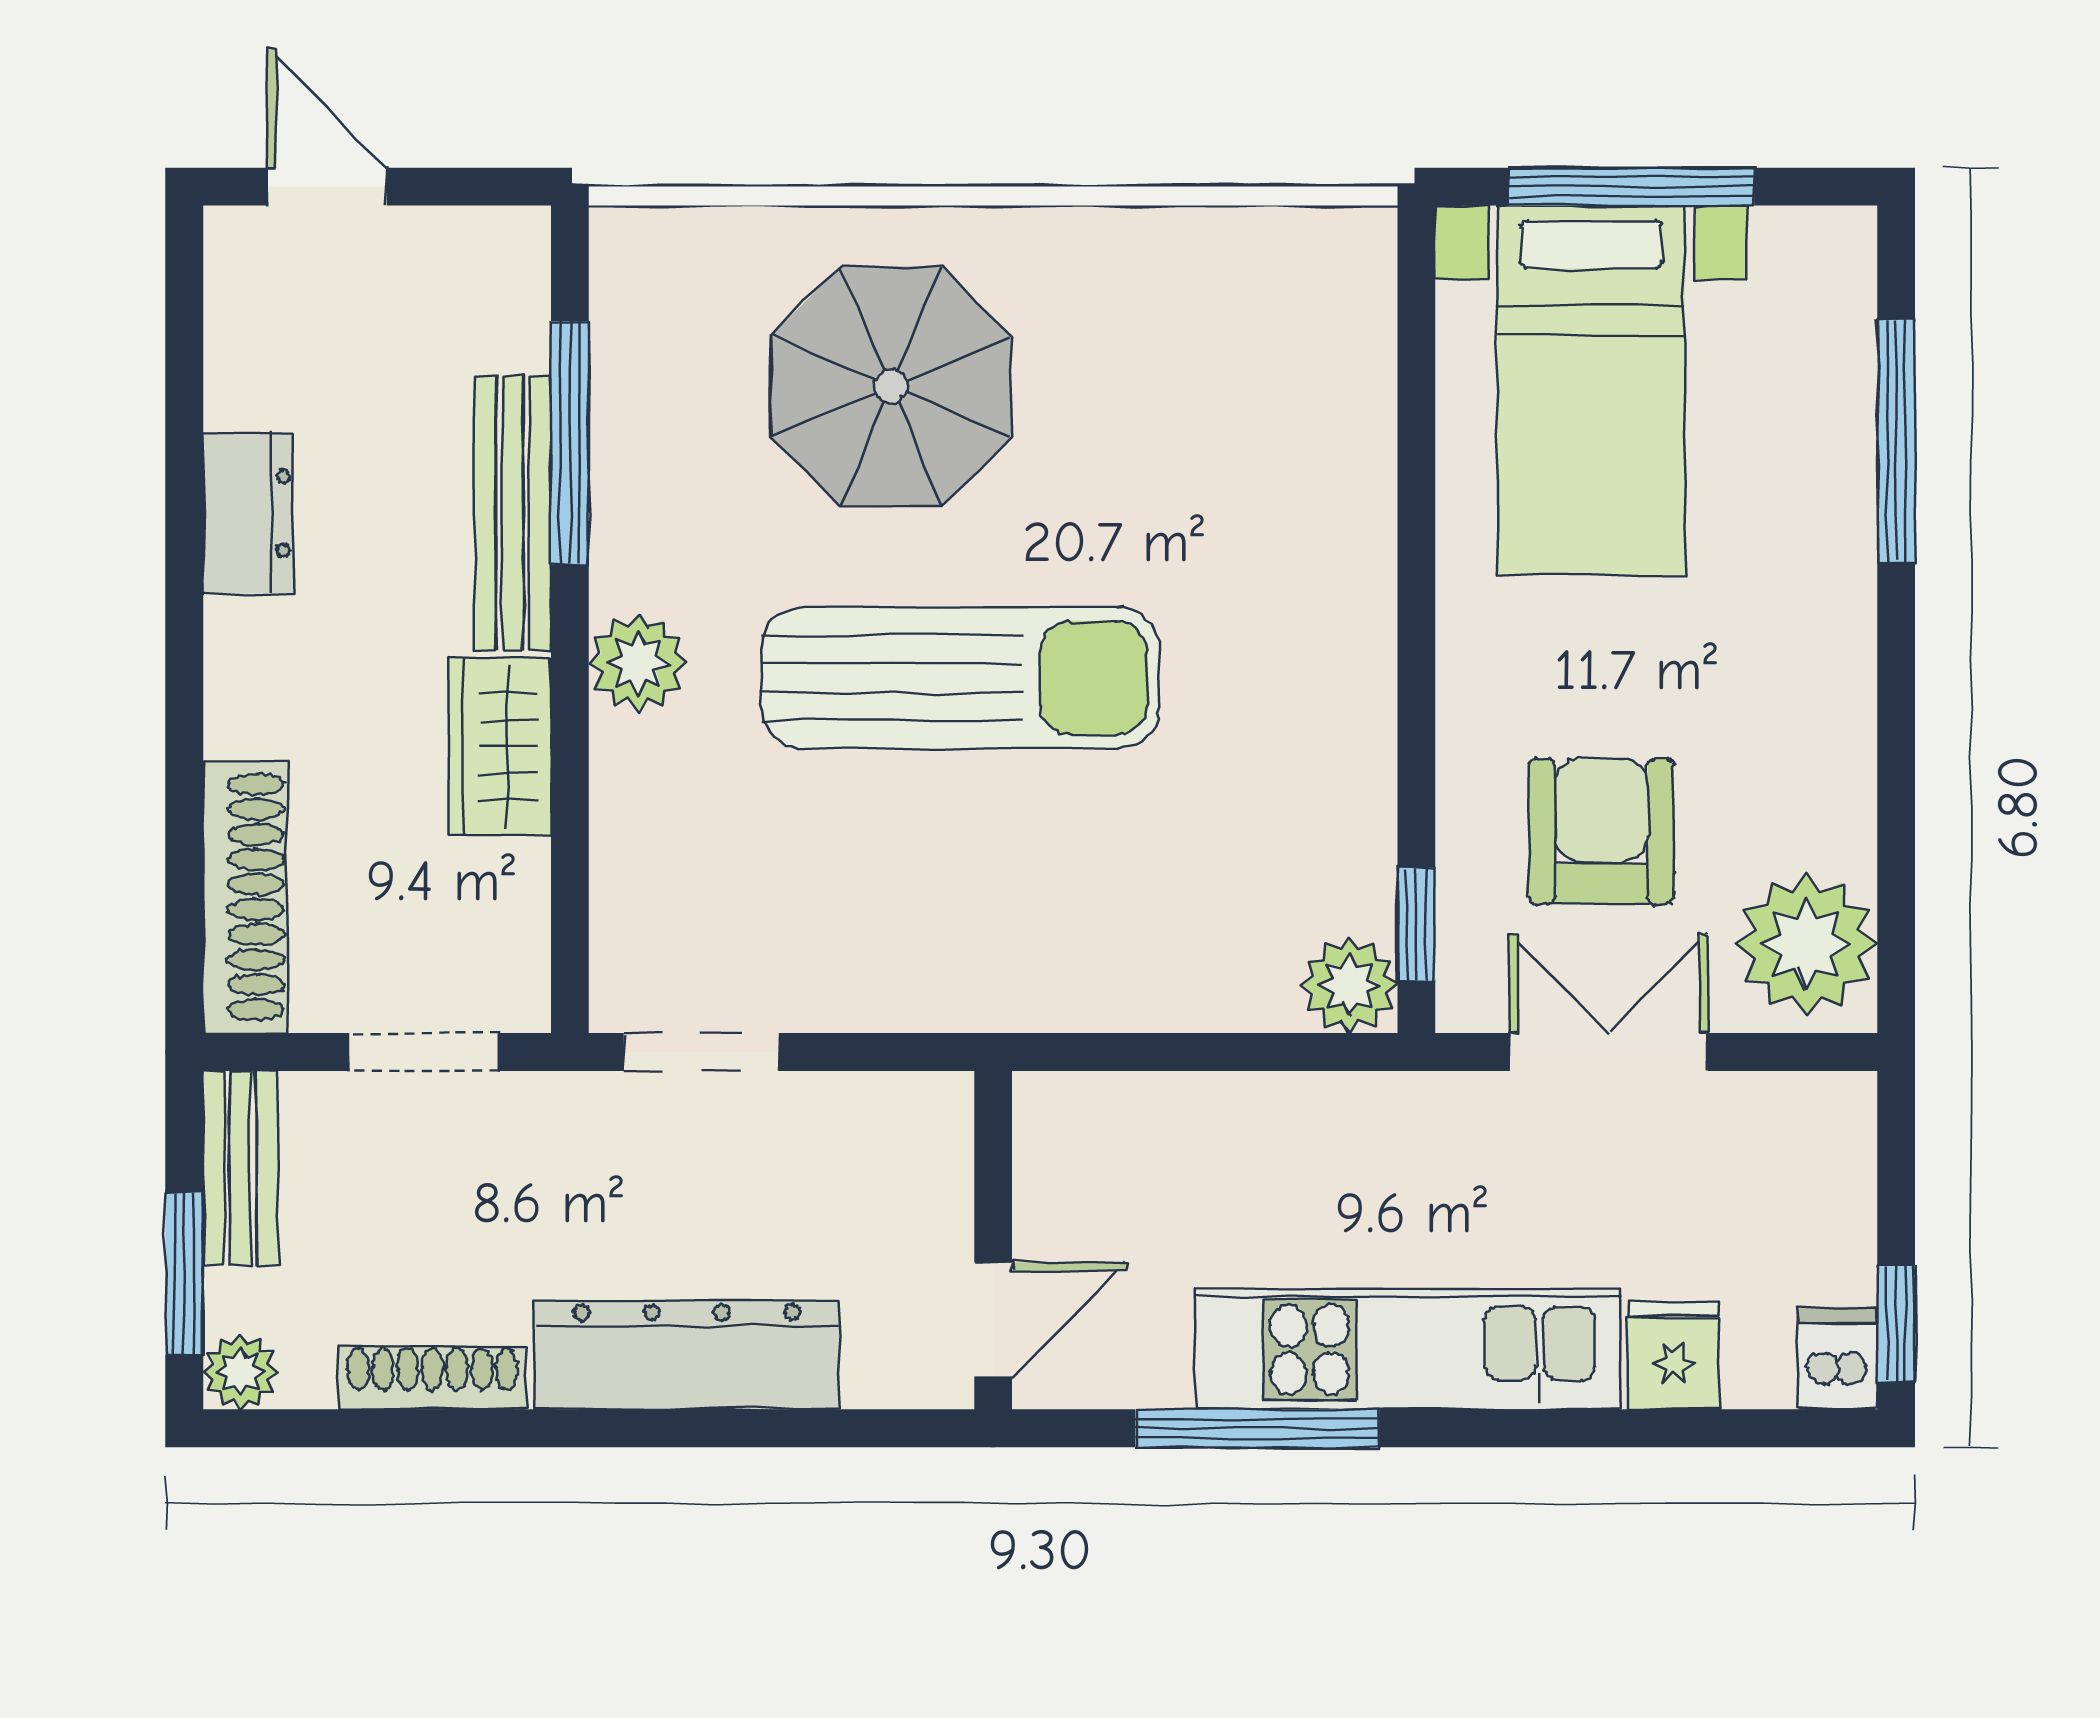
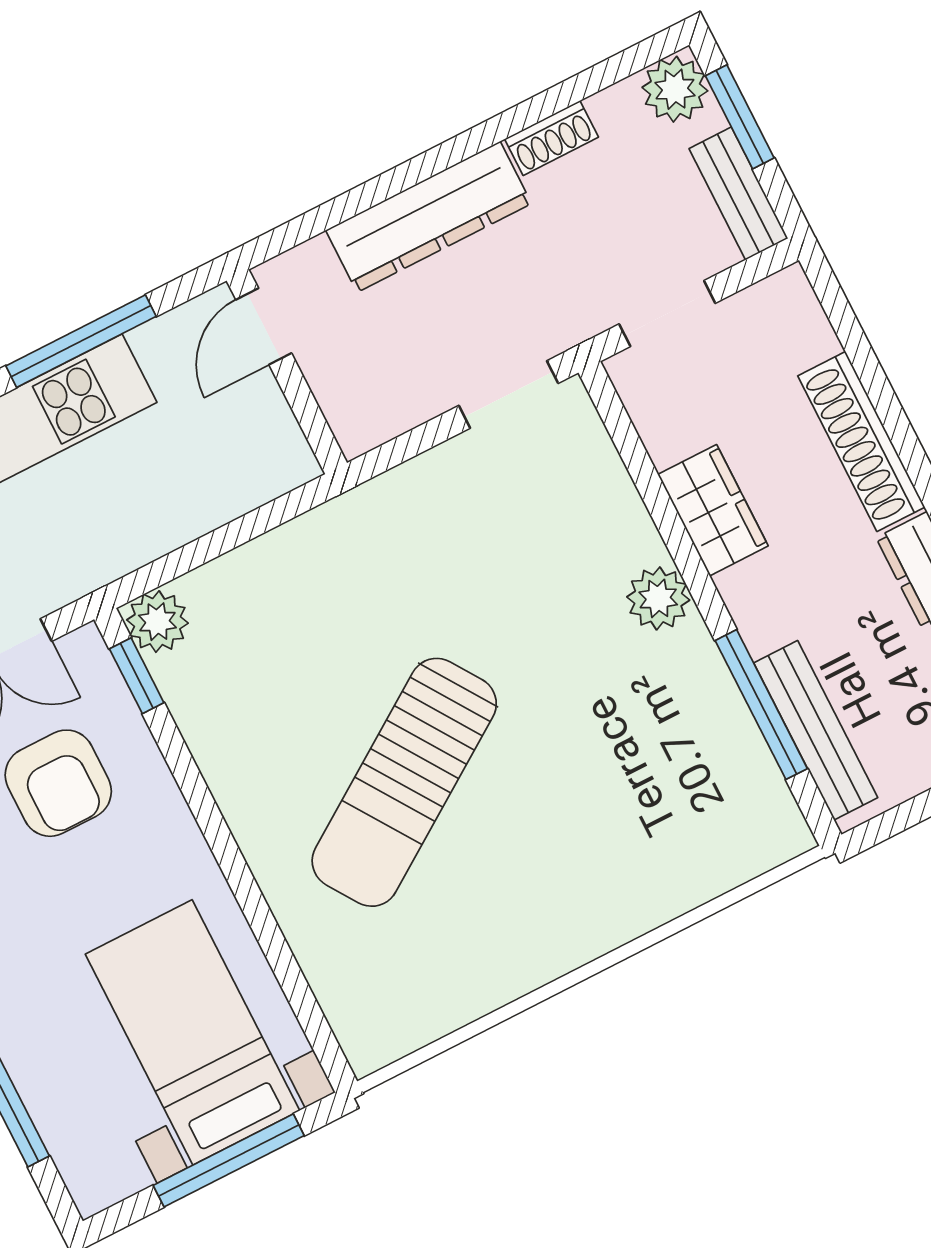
parasol: (891, 386) -> (594, 830), removed
bench: (513, 513) -> (816, 730), moved
sun lounger: (960, 678) -> (404, 782), moved, turned -34
shoe rack: (245, 897) -> (861, 442), moved
plant: (241, 1372) -> (675, 89), width x1.38, depth x1.38
shoe rack: (432, 1377) -> (551, 138), width x0.70

